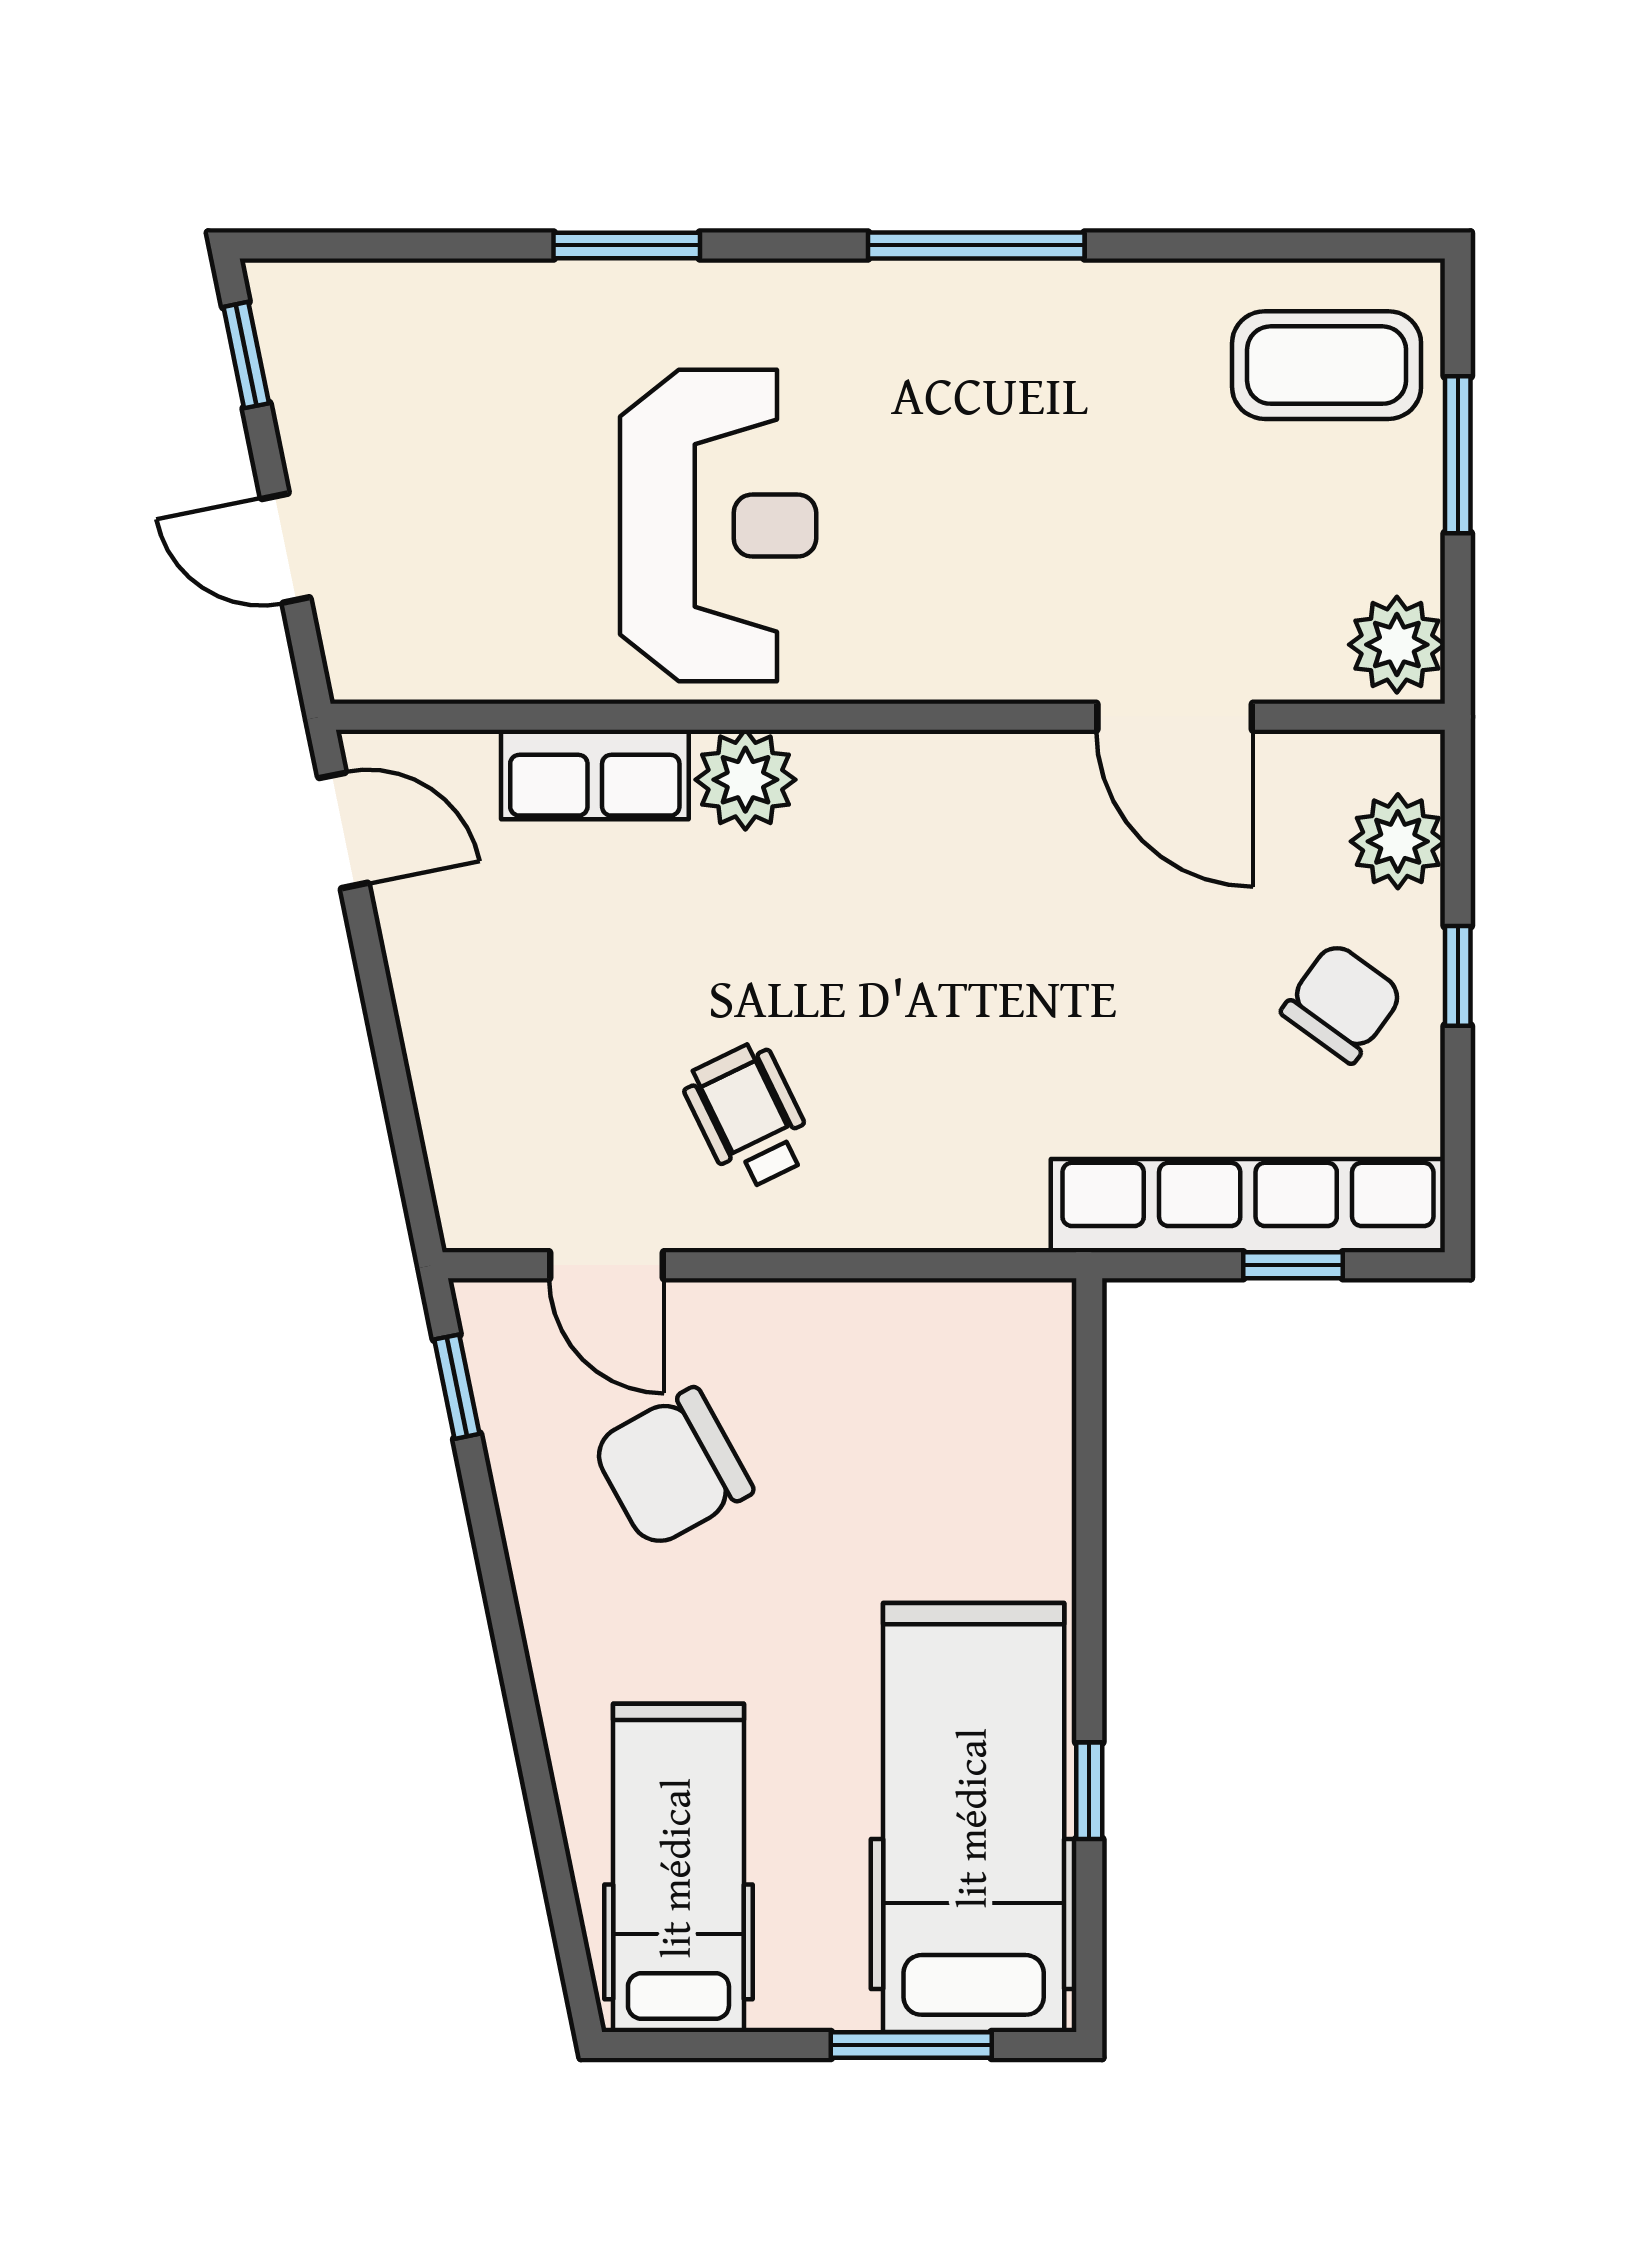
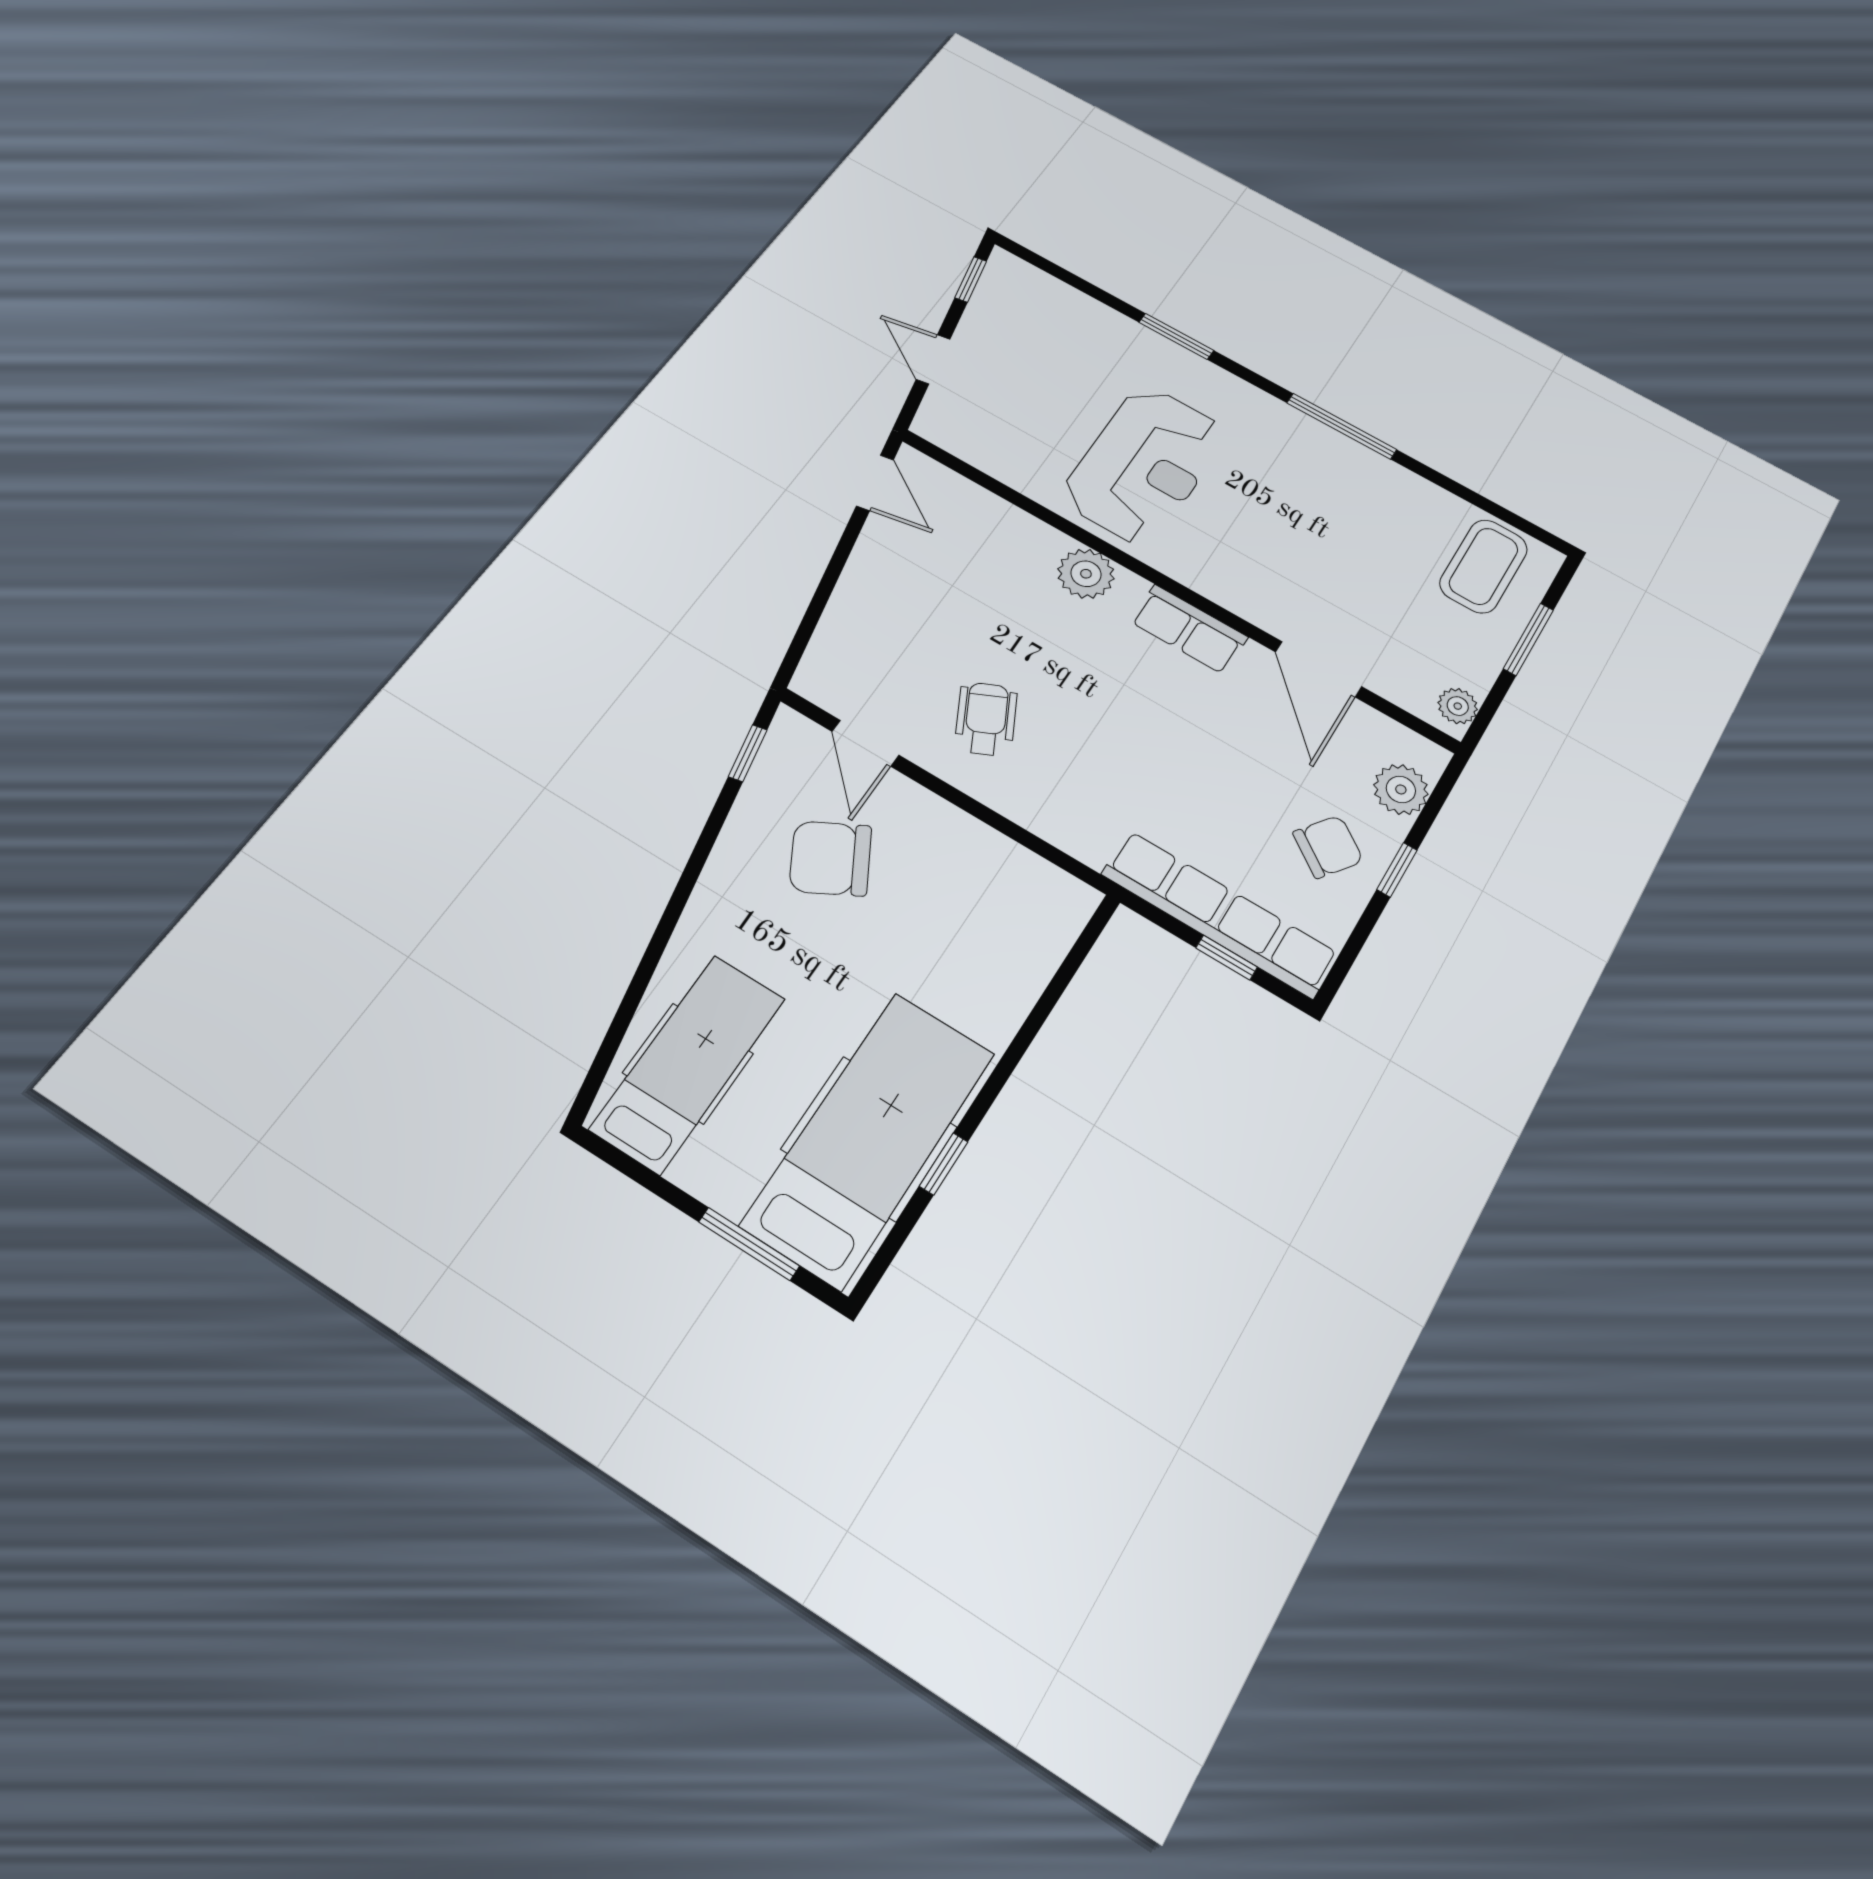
coffee table: (1327, 365) -> (1484, 566), turned 90
plant: (1397, 645) -> (1458, 706), width x0.73, depth x0.73
row of seats: (595, 774) -> (1189, 629), moved

